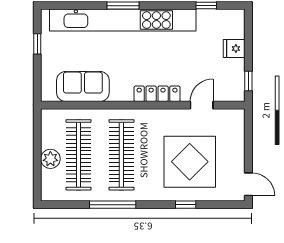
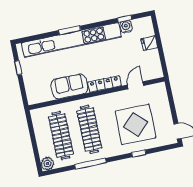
water cooler: (206, 17) -> (126, 27), added
window: (248, 81) -> (163, 63), removed
sofa: (83, 87) -> (69, 86), moved
plant: (50, 159) -> (47, 164), moved

